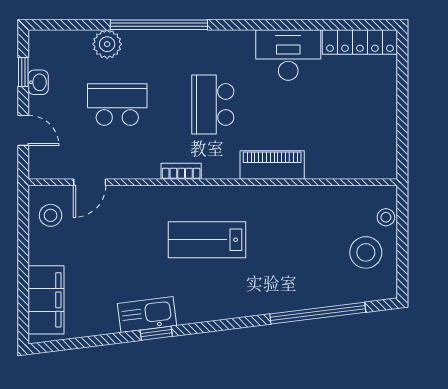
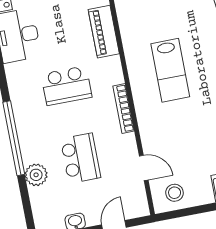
school desk: (117, 104) -> (80, 158), turned 180
bookcase: (181, 171) -> (124, 109), width x1.56

